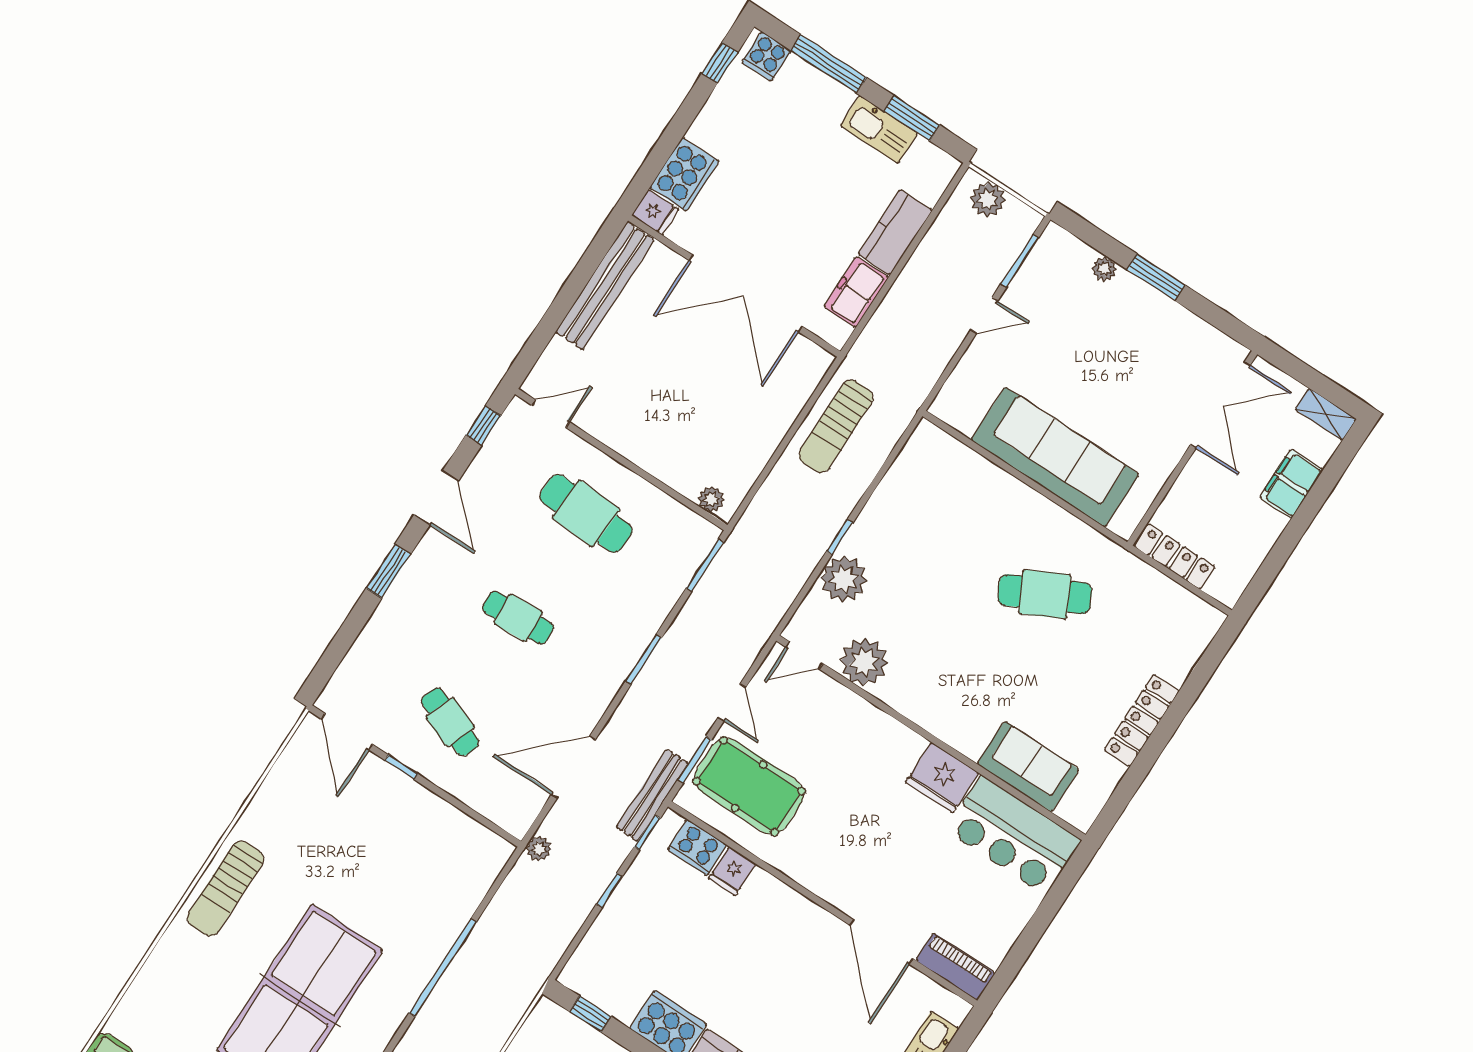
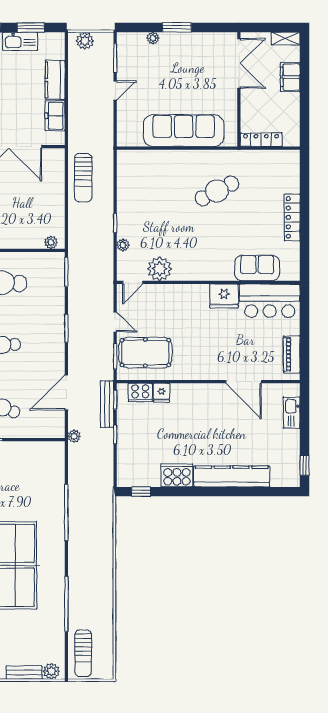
plant: (844, 579) -> (123, 245), width x0.53, depth x0.53
bench: (652, 795) -> (107, 404), moved
piano: (955, 967) -> (292, 354), moved, turned -90

